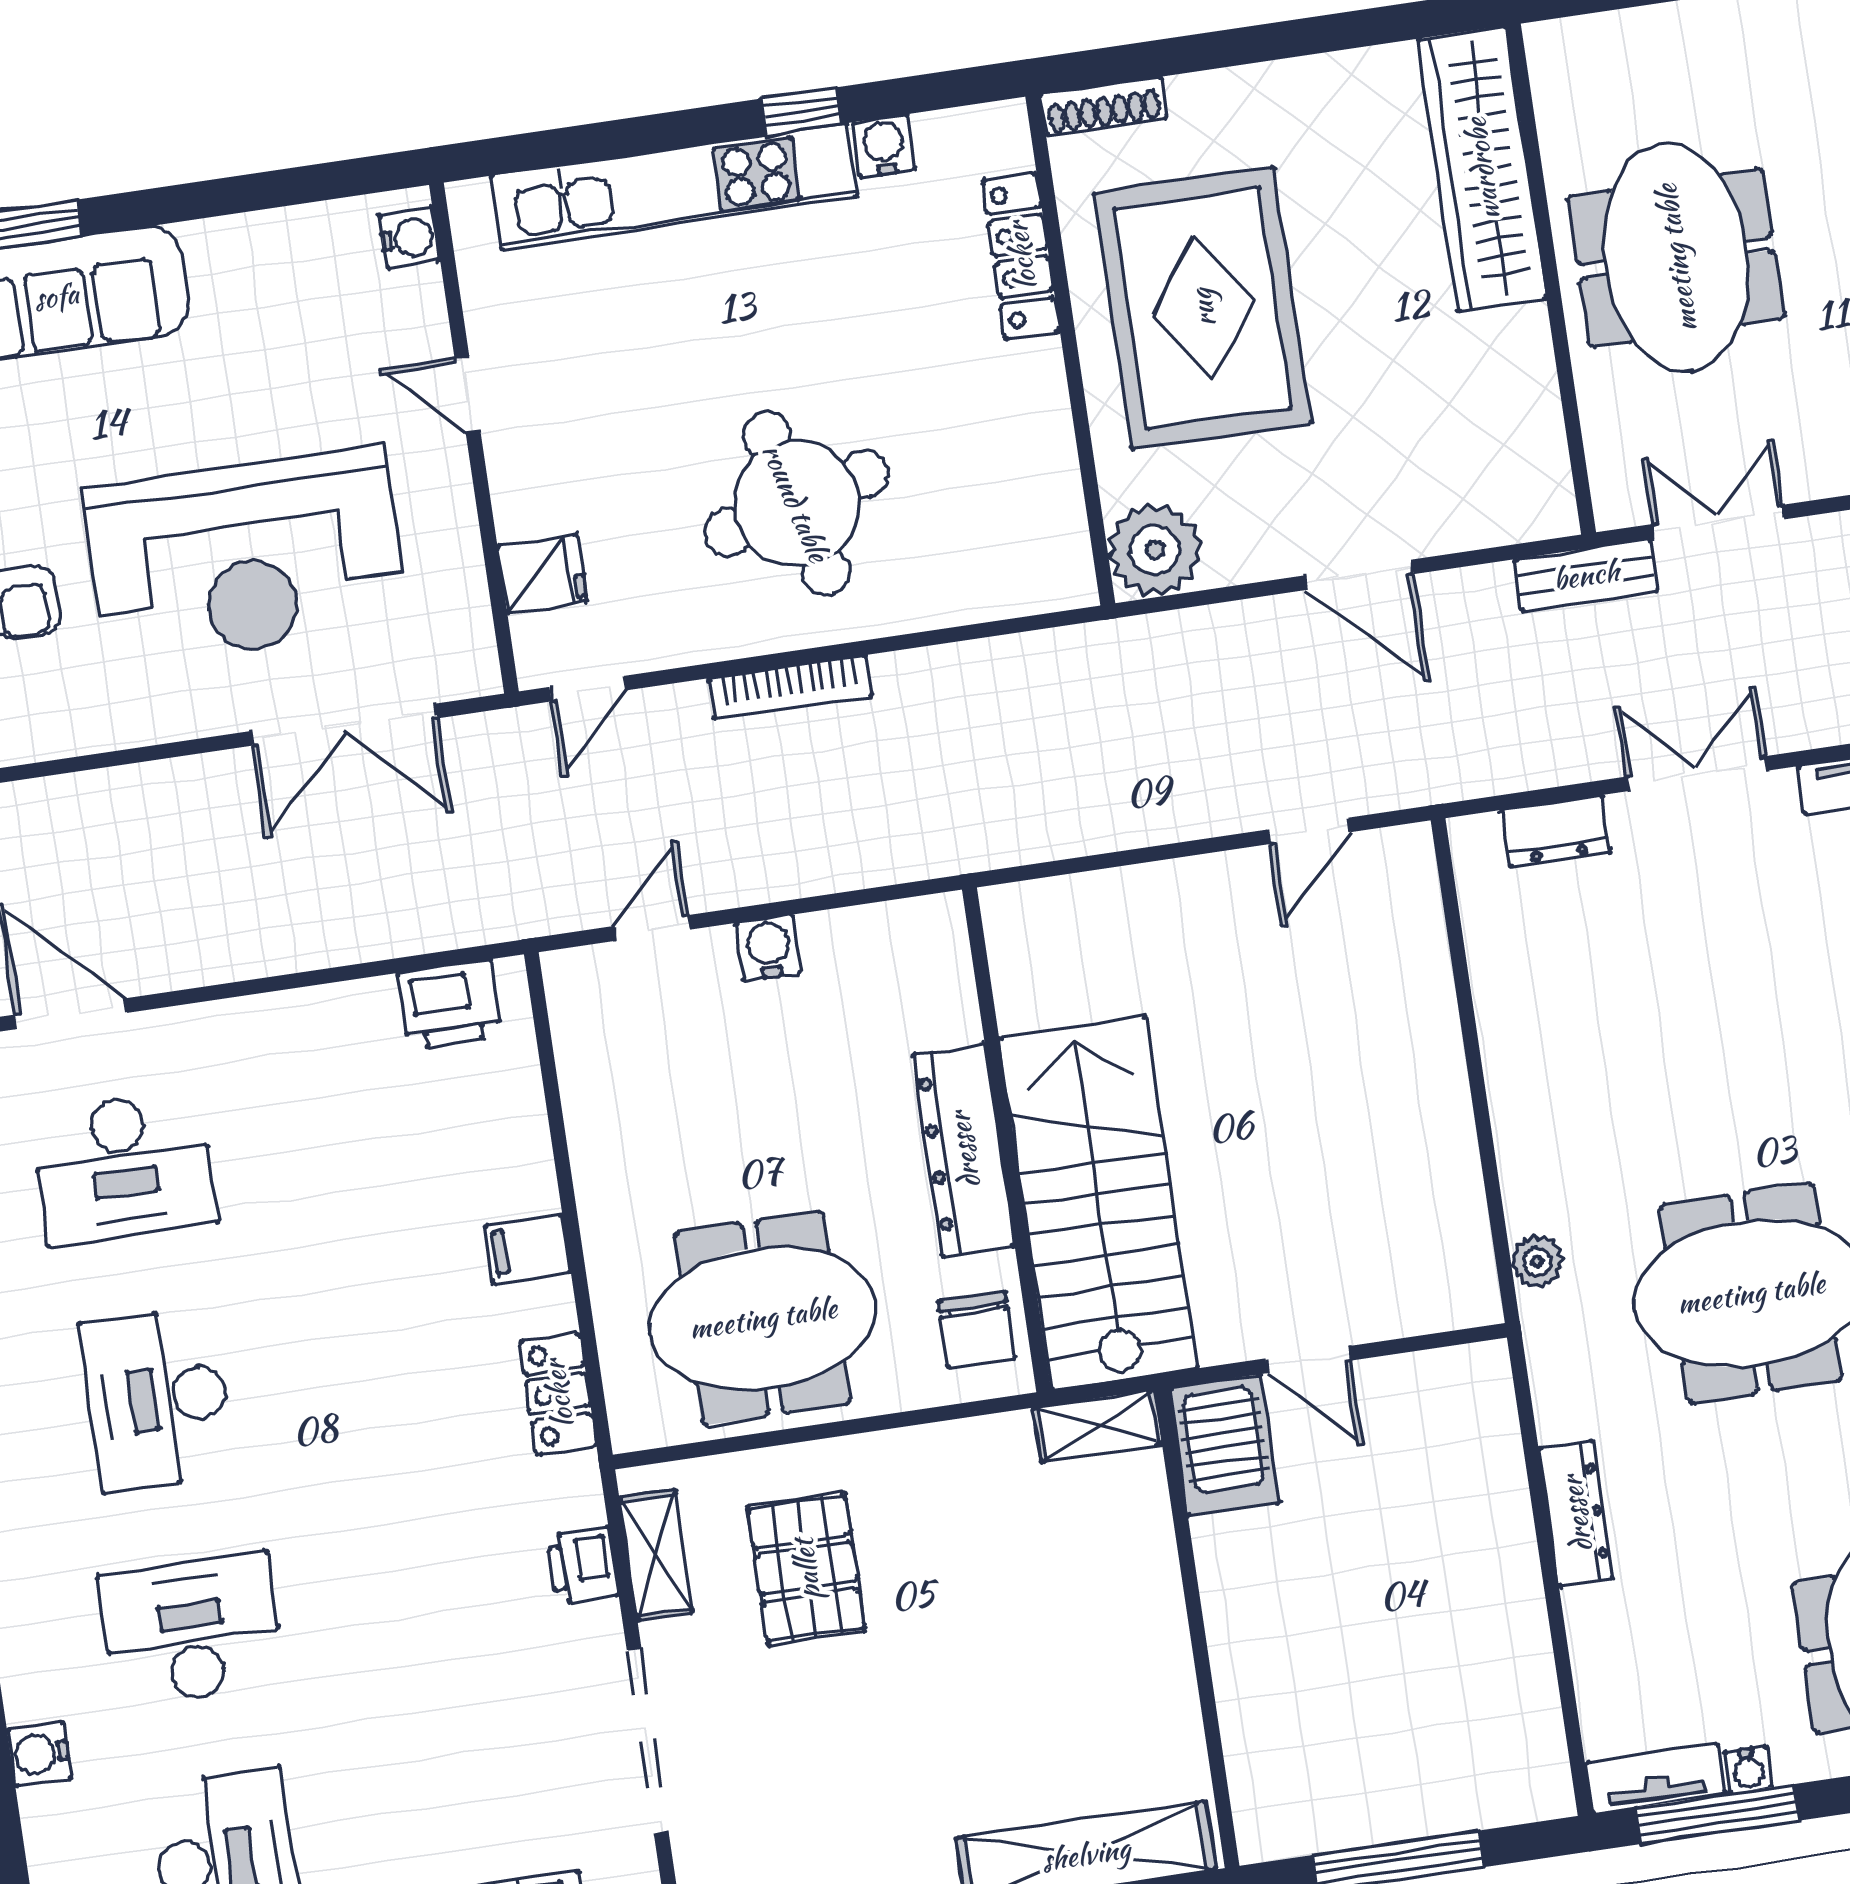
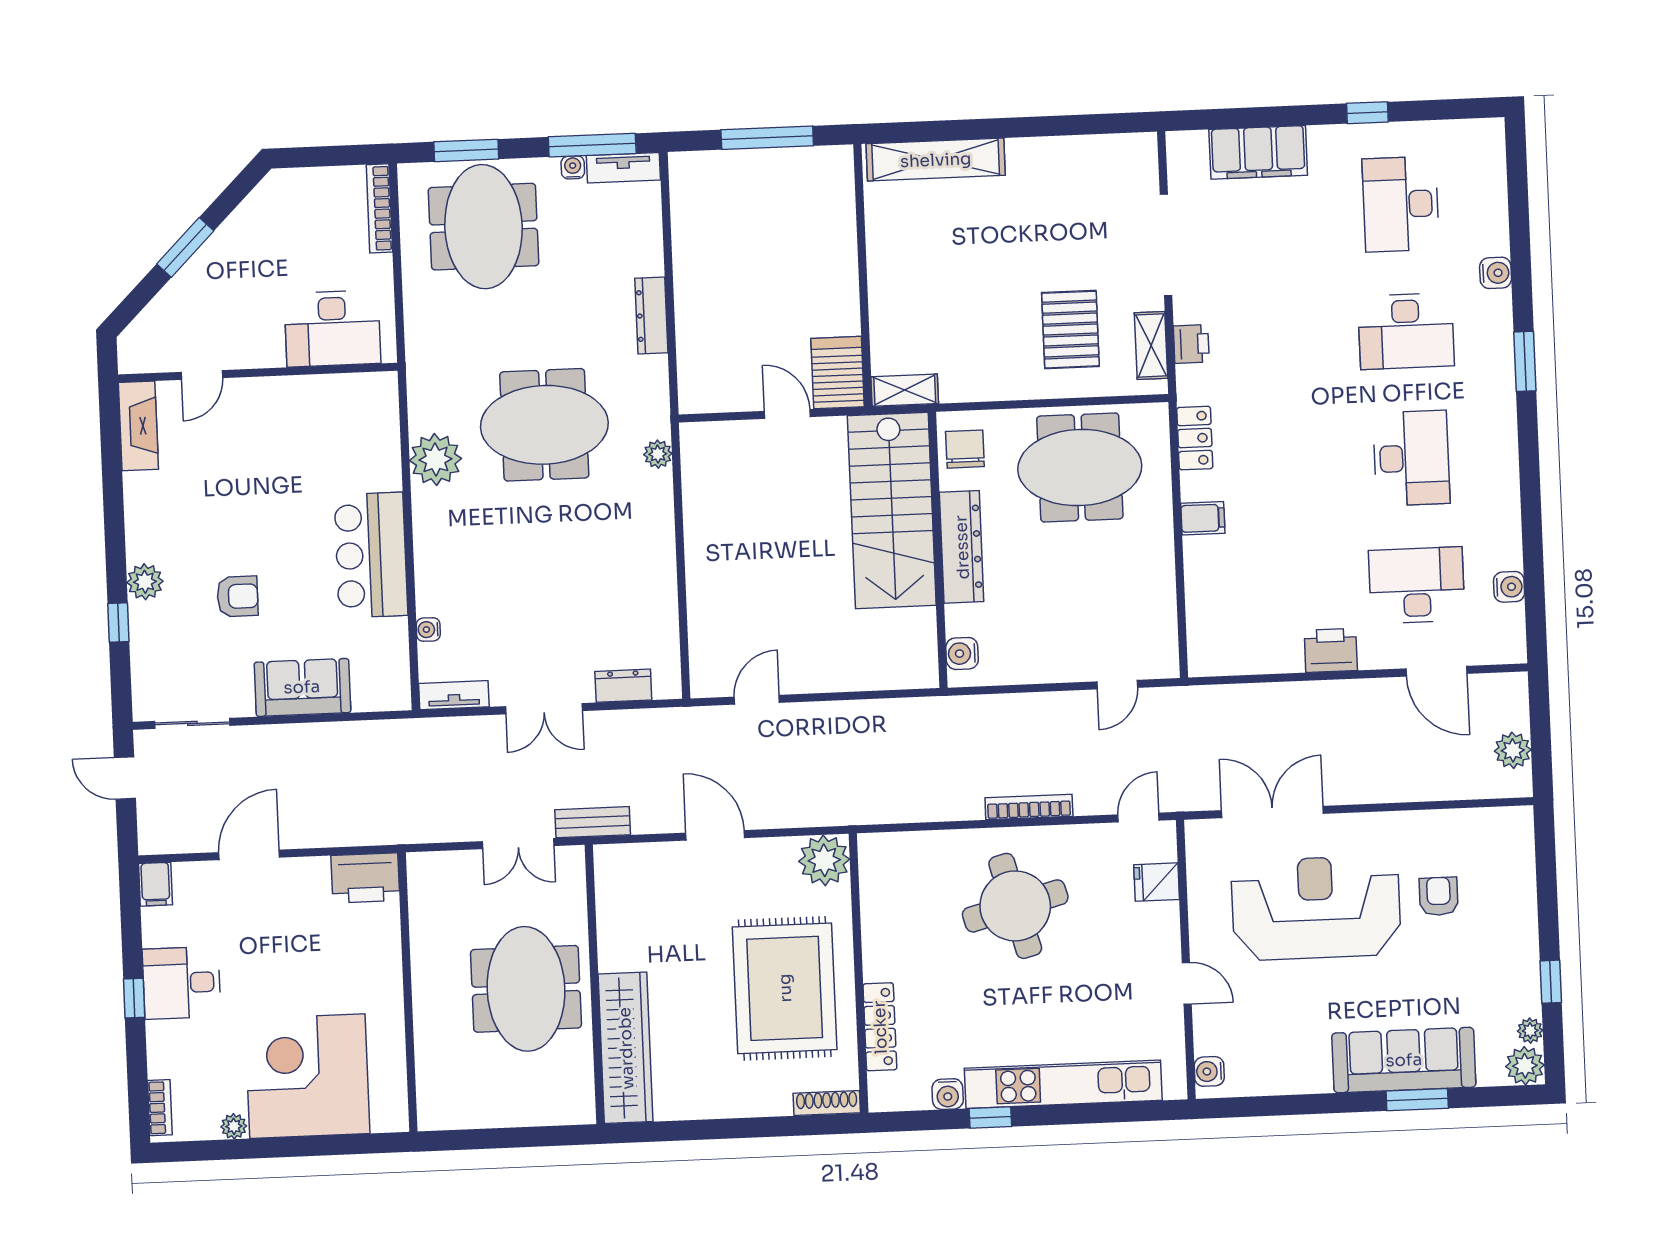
water cooler: (768, 948) -> (962, 653), moved, turned 90
printer: (450, 1005) -> (1331, 650), moved

